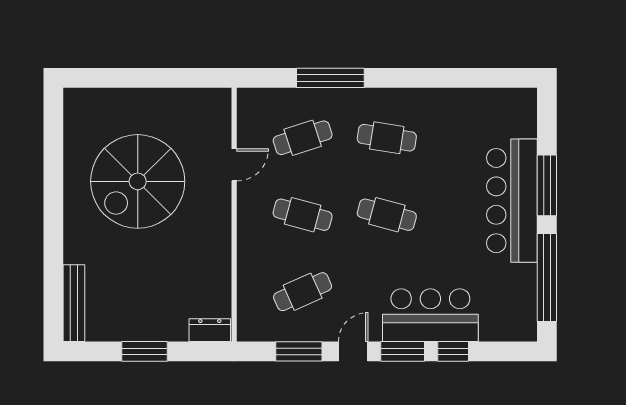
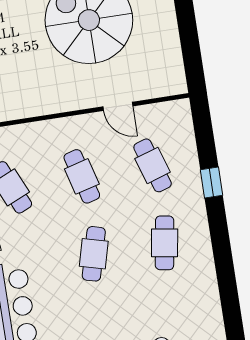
window: (330, 78) -> (212, 182), width x0.46
cafe table: (303, 215) -> (82, 176), turned -30

